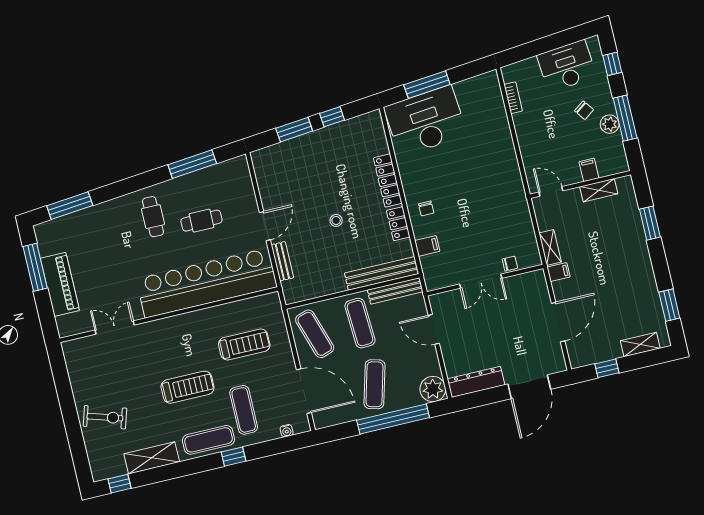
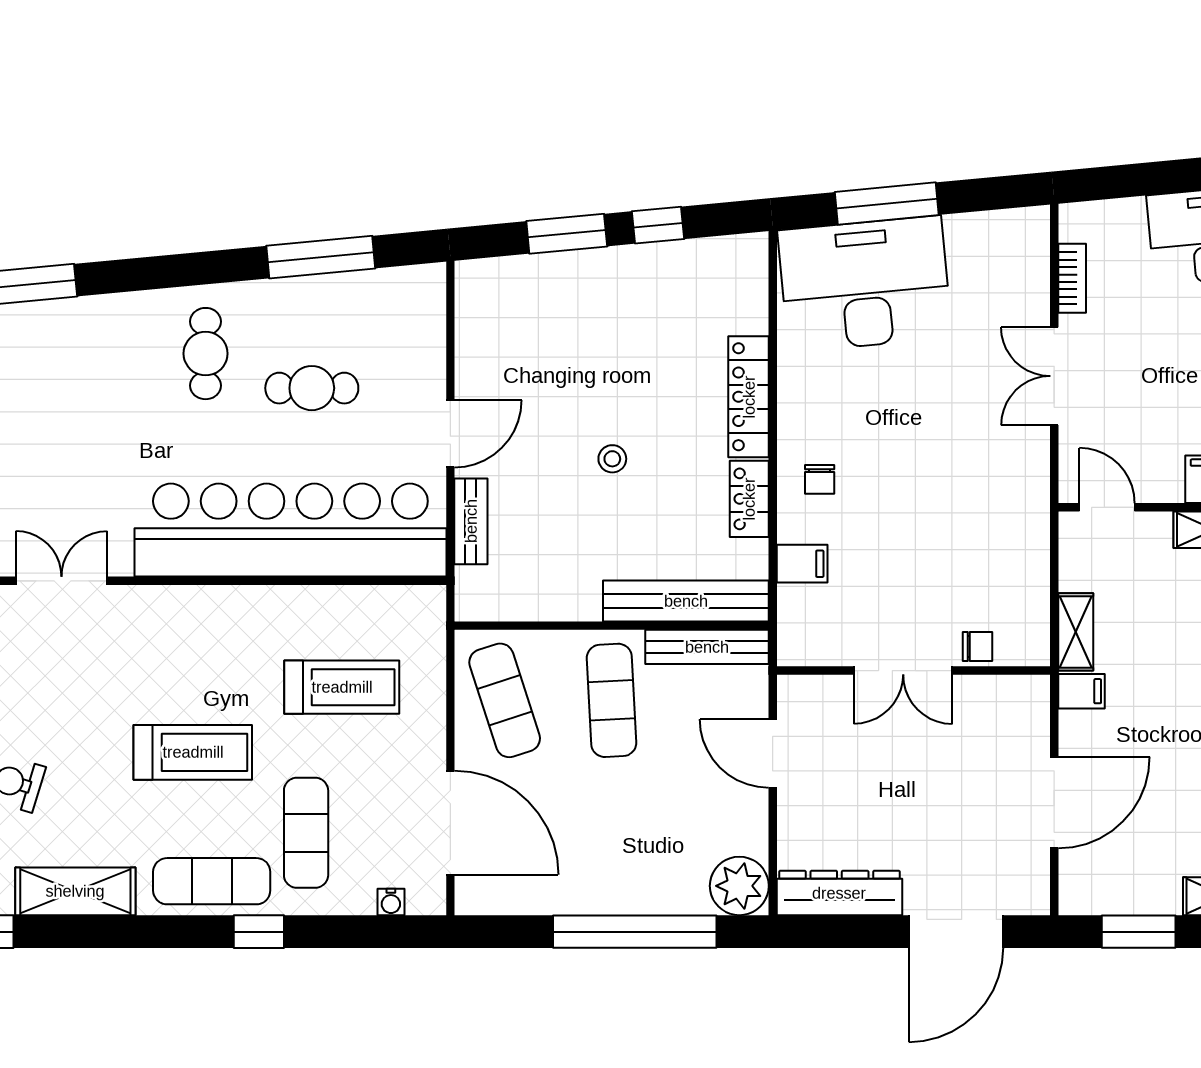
double door: (515, 141) -> (1054, 376), added
window: (607, 368) -> (1139, 932), width x1.50
exercise mat: (374, 384) -> (612, 845), removed

